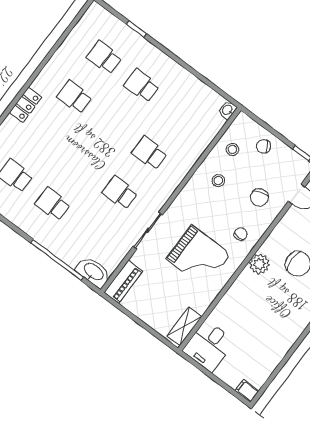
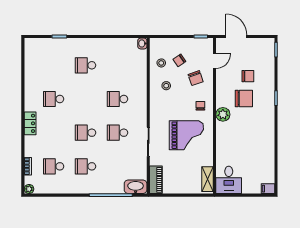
school desk: (104, 57) -> (86, 133), moved
chair: (263, 146) -> (179, 60), moved

